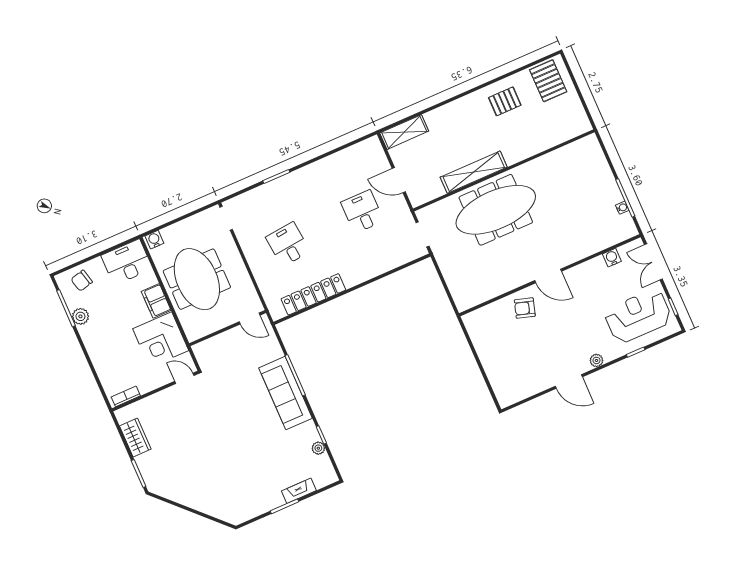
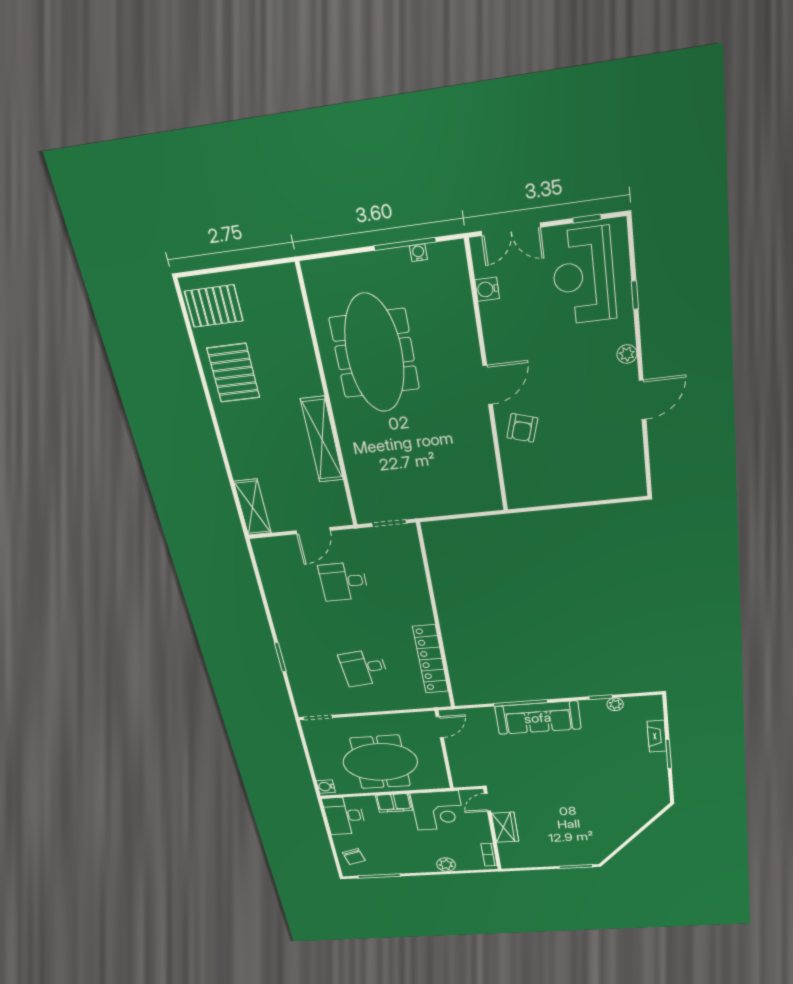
pallet: (505, 101) -> (233, 373), width x1.50, depth x1.42
meeting table: (496, 210) -> (374, 354), moved
plant: (80, 316) -> (446, 865), moved
wardrobe: (135, 437) -> (505, 827), moved, turned 90

